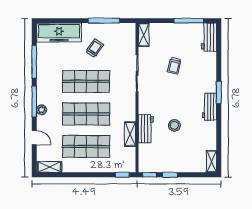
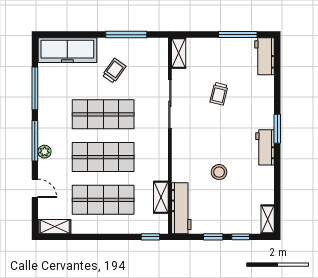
workbench: (146, 129) -> (181, 208), moved, width x1.38
shelving: (130, 134) -> (161, 197), moved
window: (149, 175) -> (241, 237), moved

